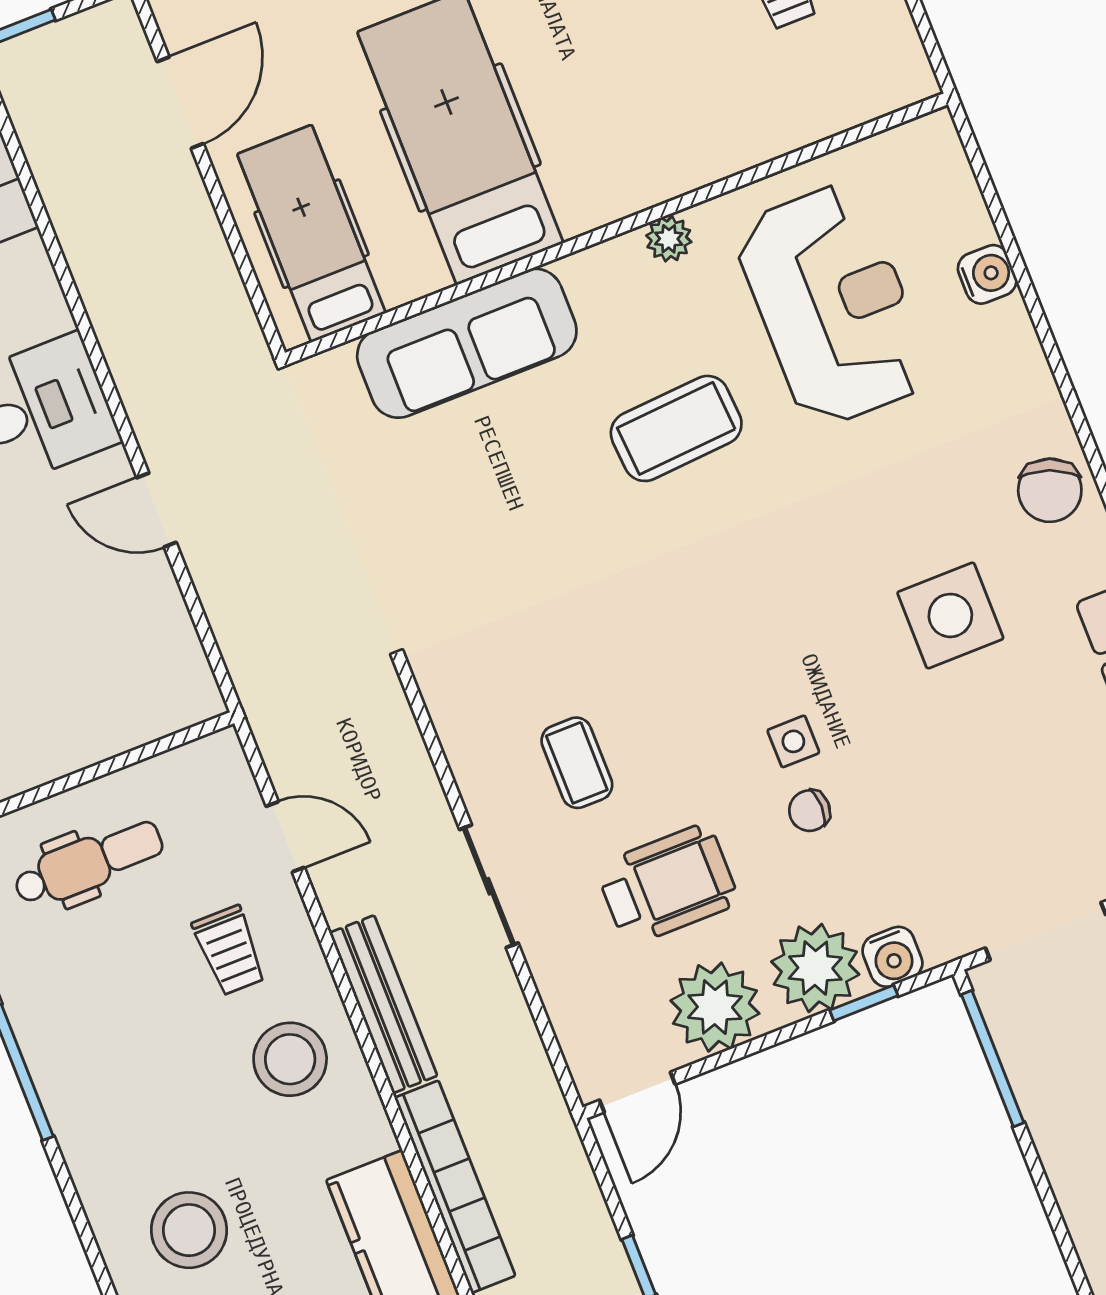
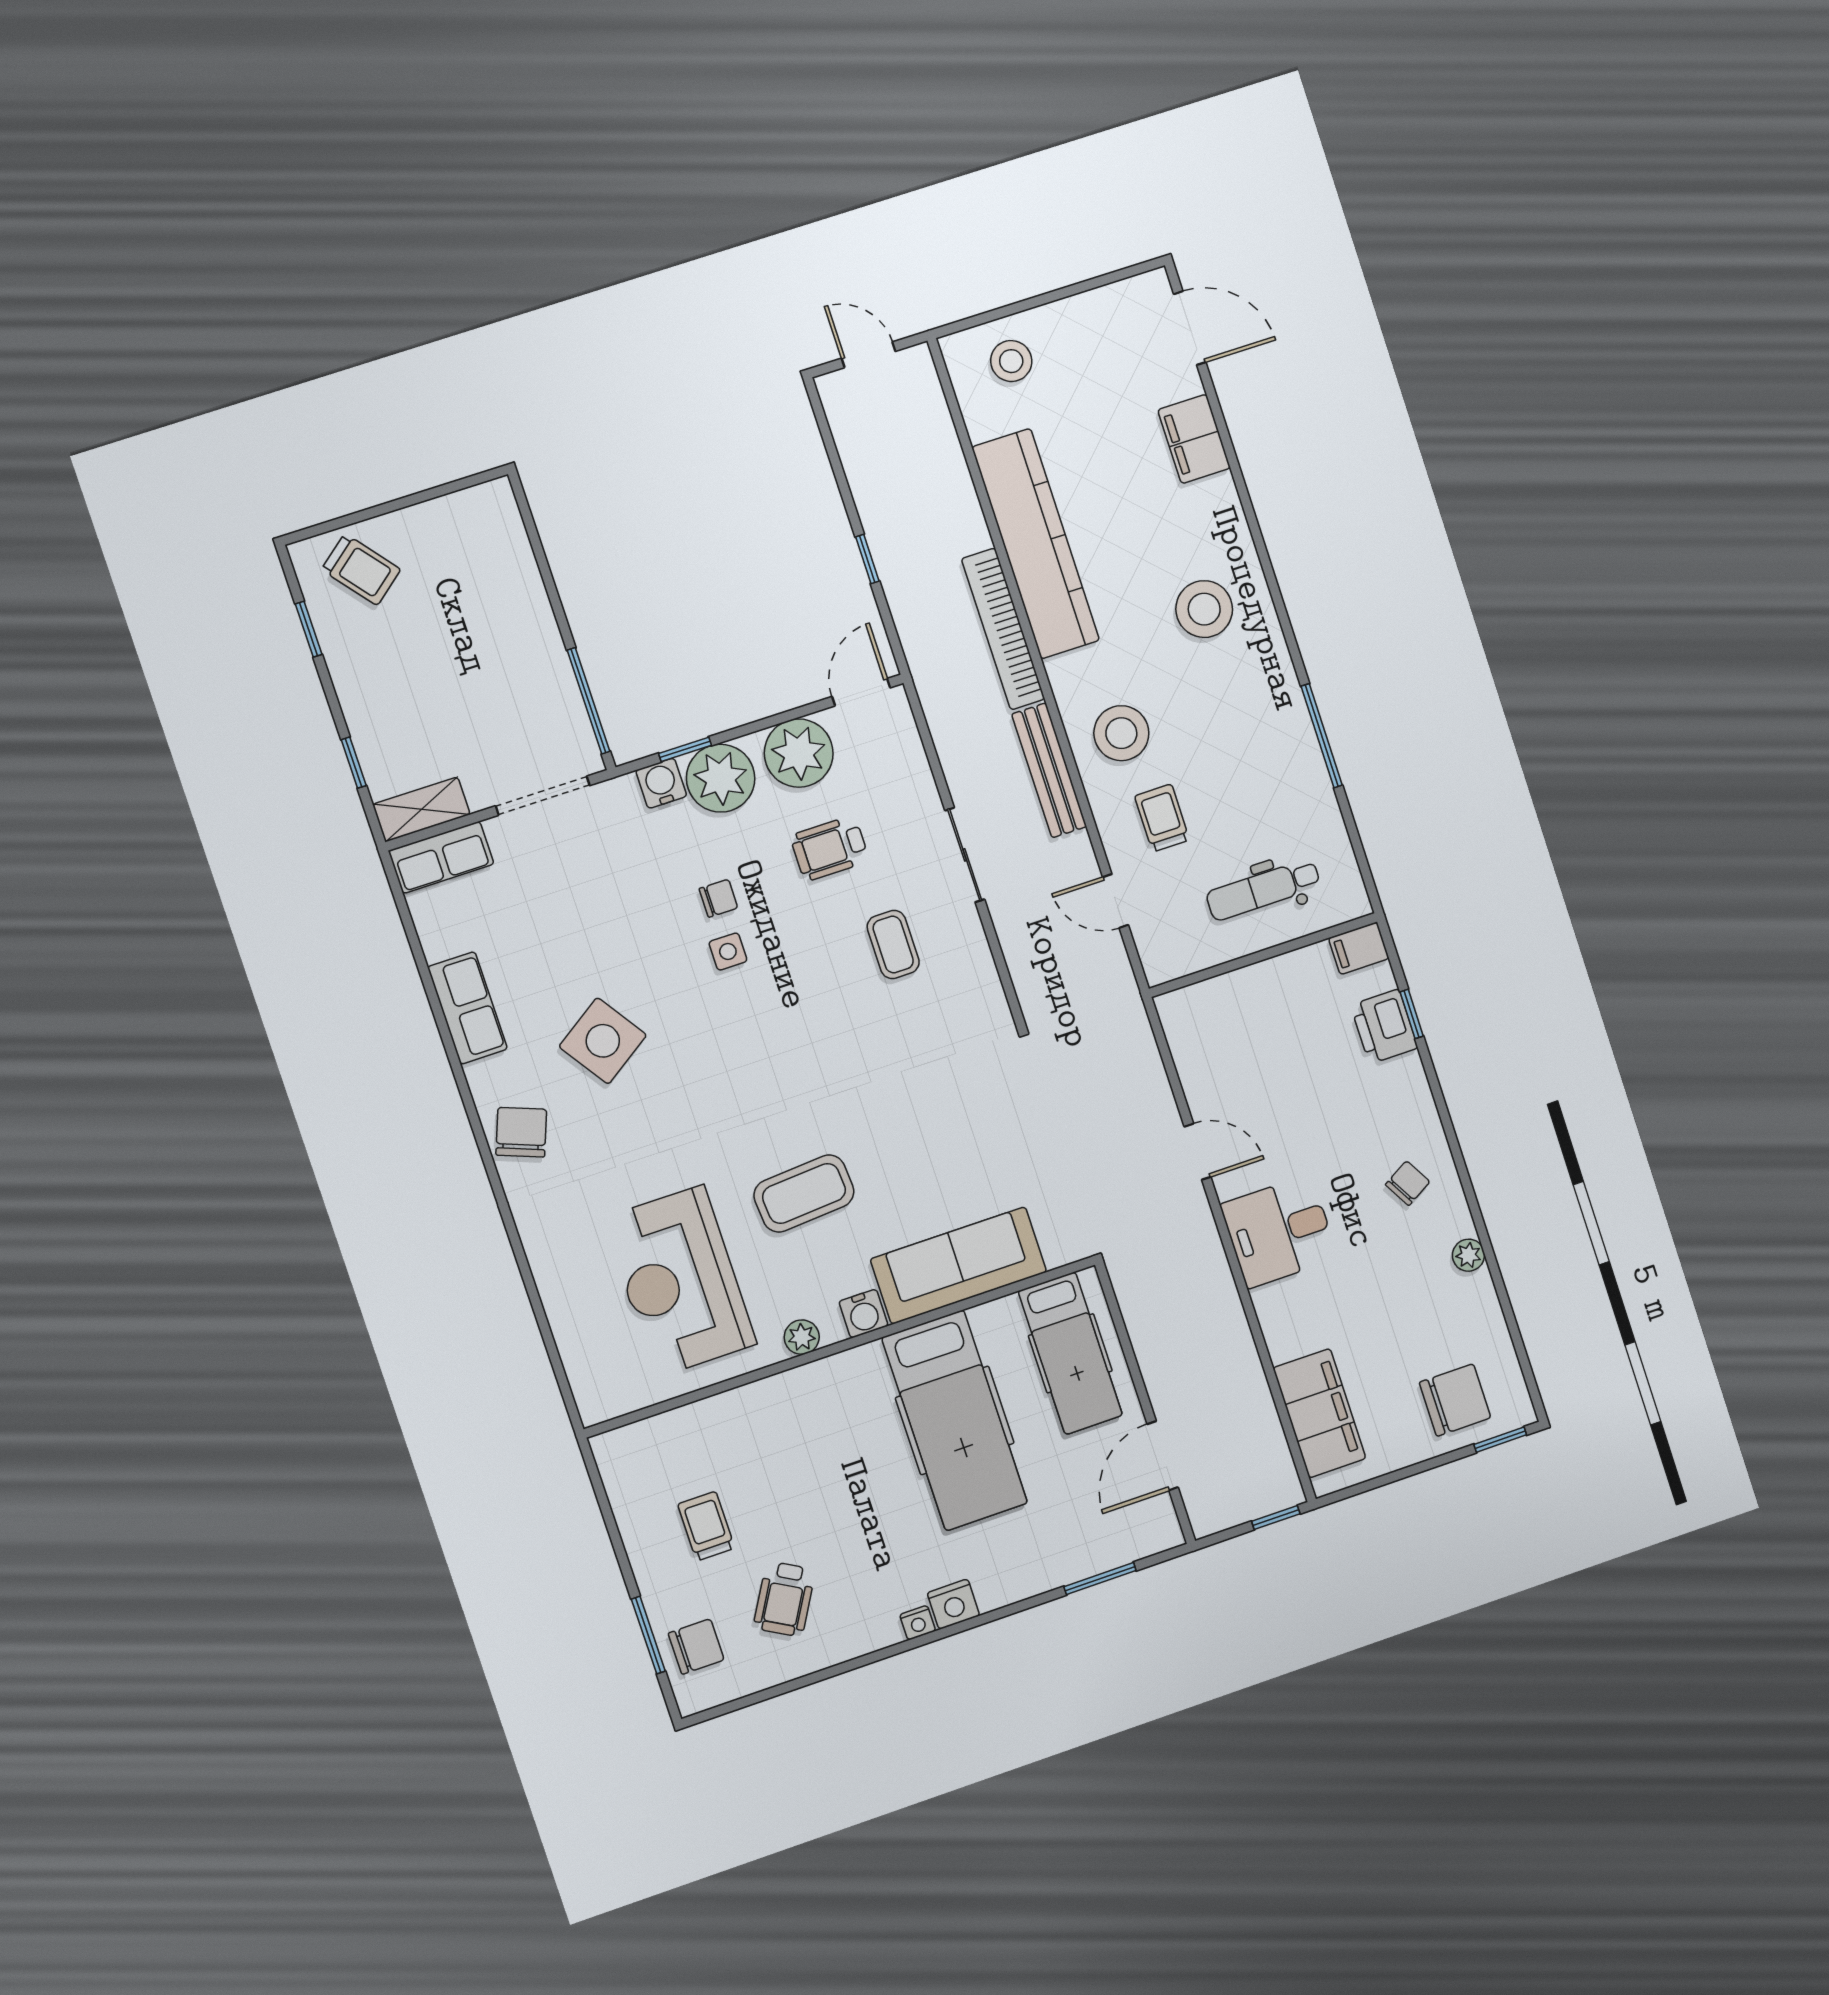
water cooler: (987, 274) -> (863, 1314), moved, turned -90
side table: (950, 615) -> (603, 1041), turned -34
wheelchair: (667, 884) -> (830, 848), width x0.73, depth x0.73

